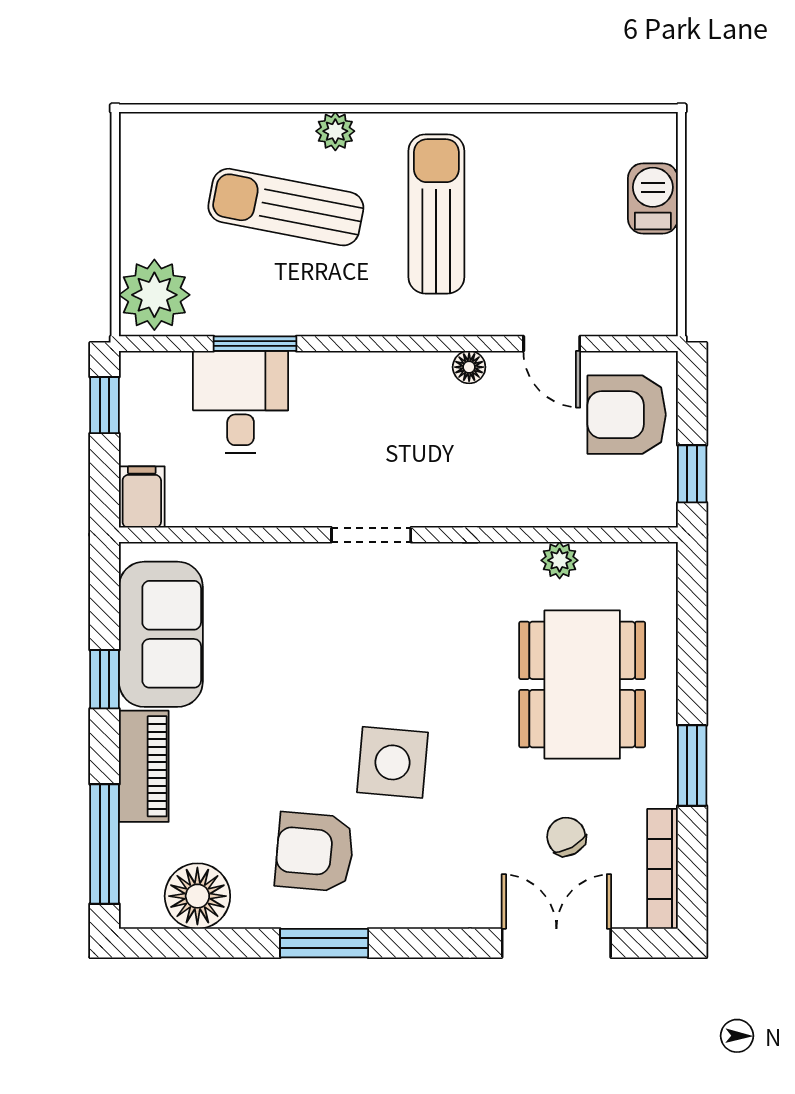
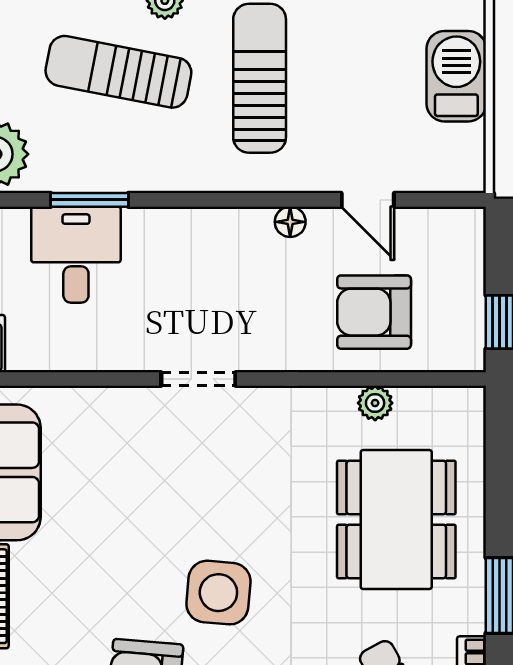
barbecue: (653, 198) -> (456, 76), width x1.38, depth x1.27
armchair: (627, 415) -> (374, 312), moved

